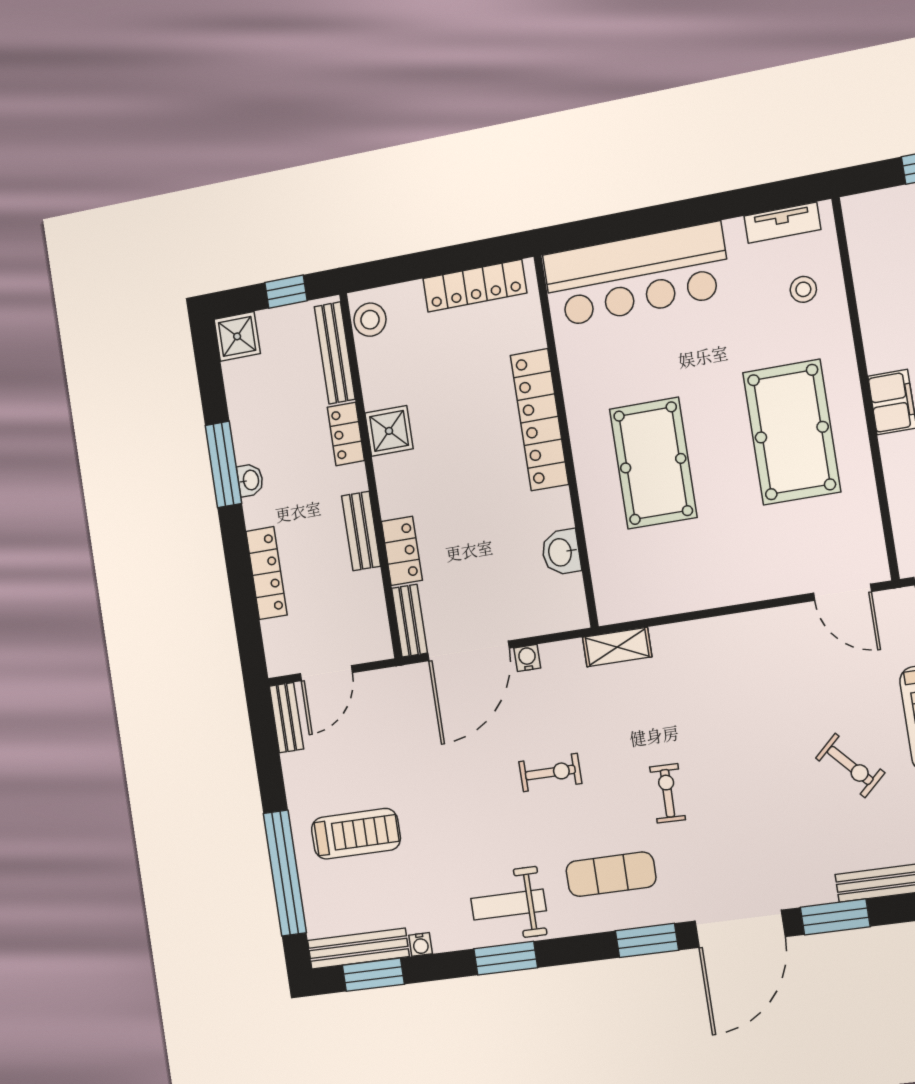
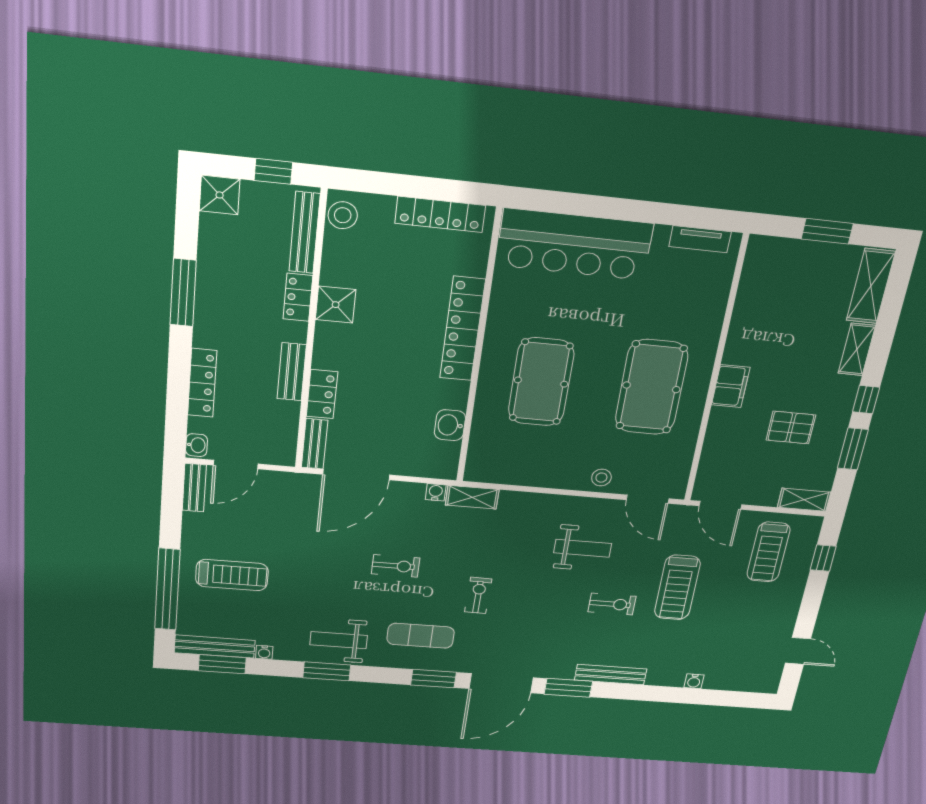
stool: (803, 289) -> (601, 478), moved
washbasin: (250, 480) -> (196, 445), moved
water cooler: (527, 658) -> (436, 492), moved
weight bench: (782, 688) -> (583, 548), added
exercise bike: (850, 765) -> (612, 604), turned -47

